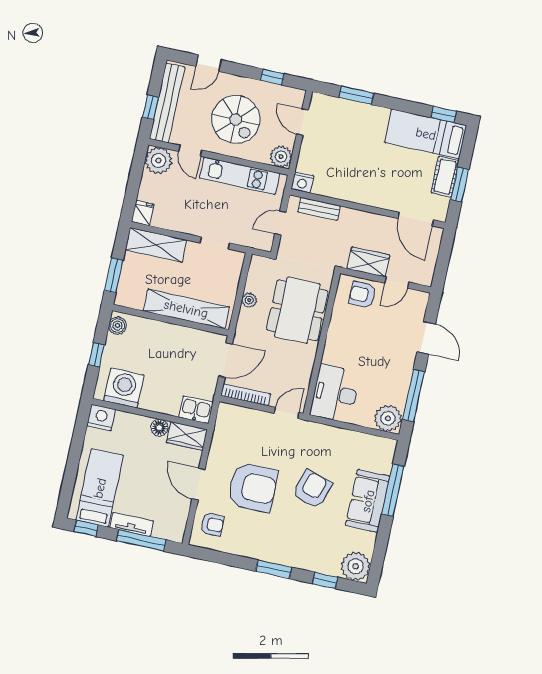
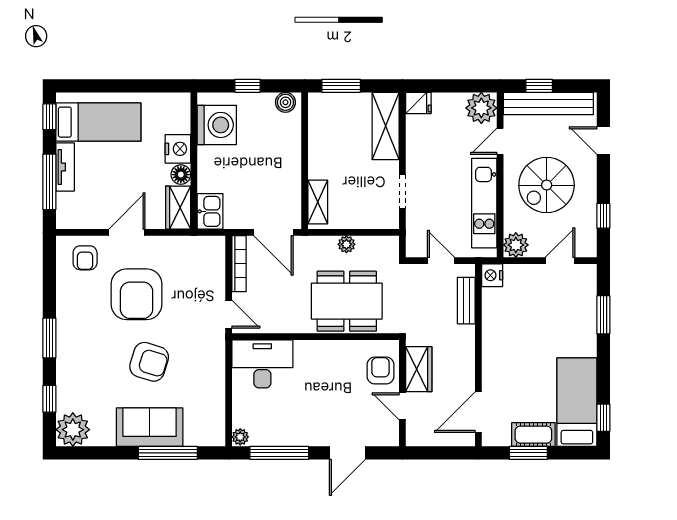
shelving: (186, 309) -> (318, 202), width x0.45, depth x0.75
nightstand: (101, 418) -> (178, 149), moved
plant: (388, 418) -> (240, 437), width x0.53, depth x0.53

